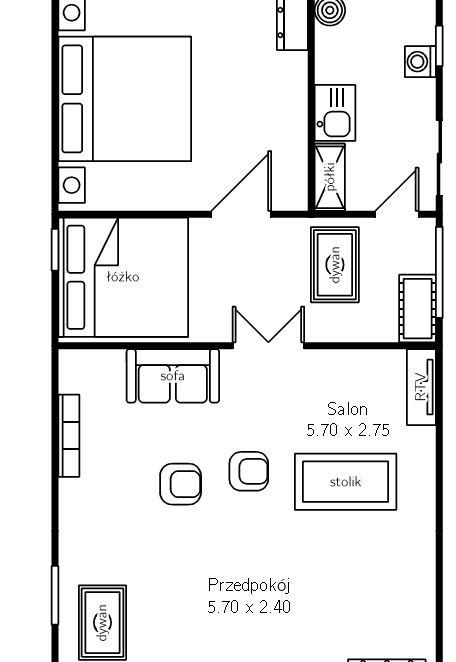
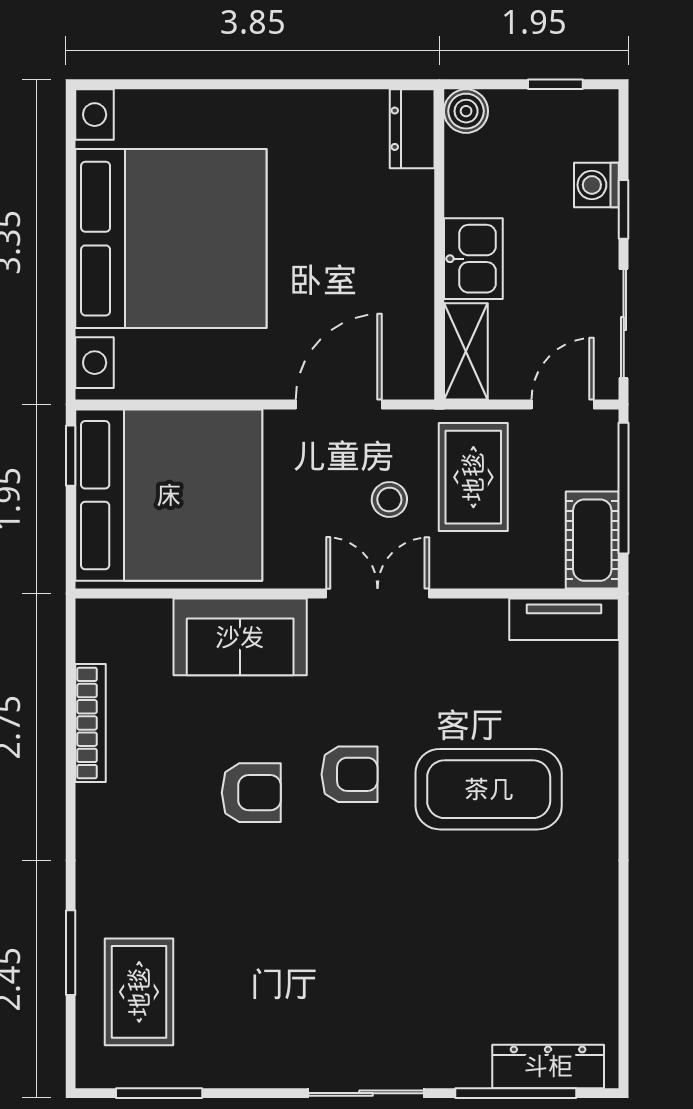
window: (439, 46) -> (624, 209), moved
stool: (277, 280) -> (389, 500), added
tv unit: (421, 387) -> (564, 619), moved, turned -90

